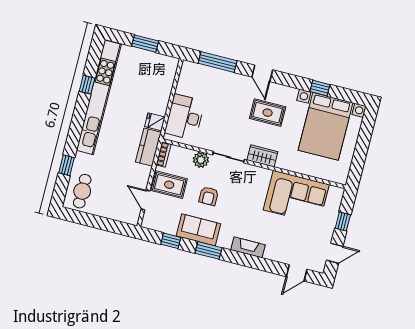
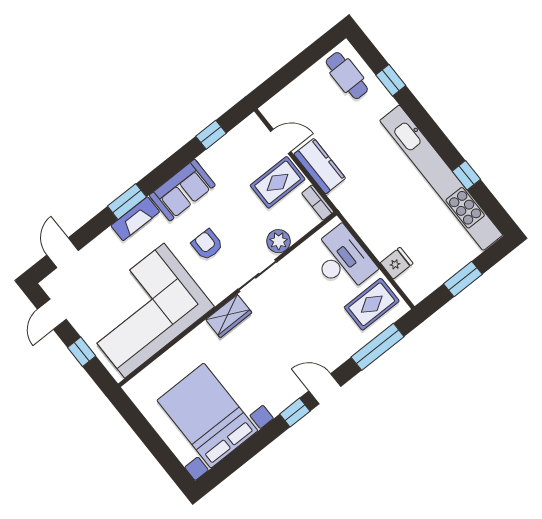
window: (320, 88) -> (295, 413), moved
rug: (268, 113) -> (372, 304), moved
fridge: (155, 122) -> (397, 263), moved
kitchen counter: (148, 147) -> (320, 166), moved
armchair: (209, 196) -> (207, 245), moved
corner sofa: (296, 197) -> (144, 311), width x1.36, depth x1.36
sofa: (198, 230) -> (182, 190), moved
window: (209, 250) -> (127, 202), moved

